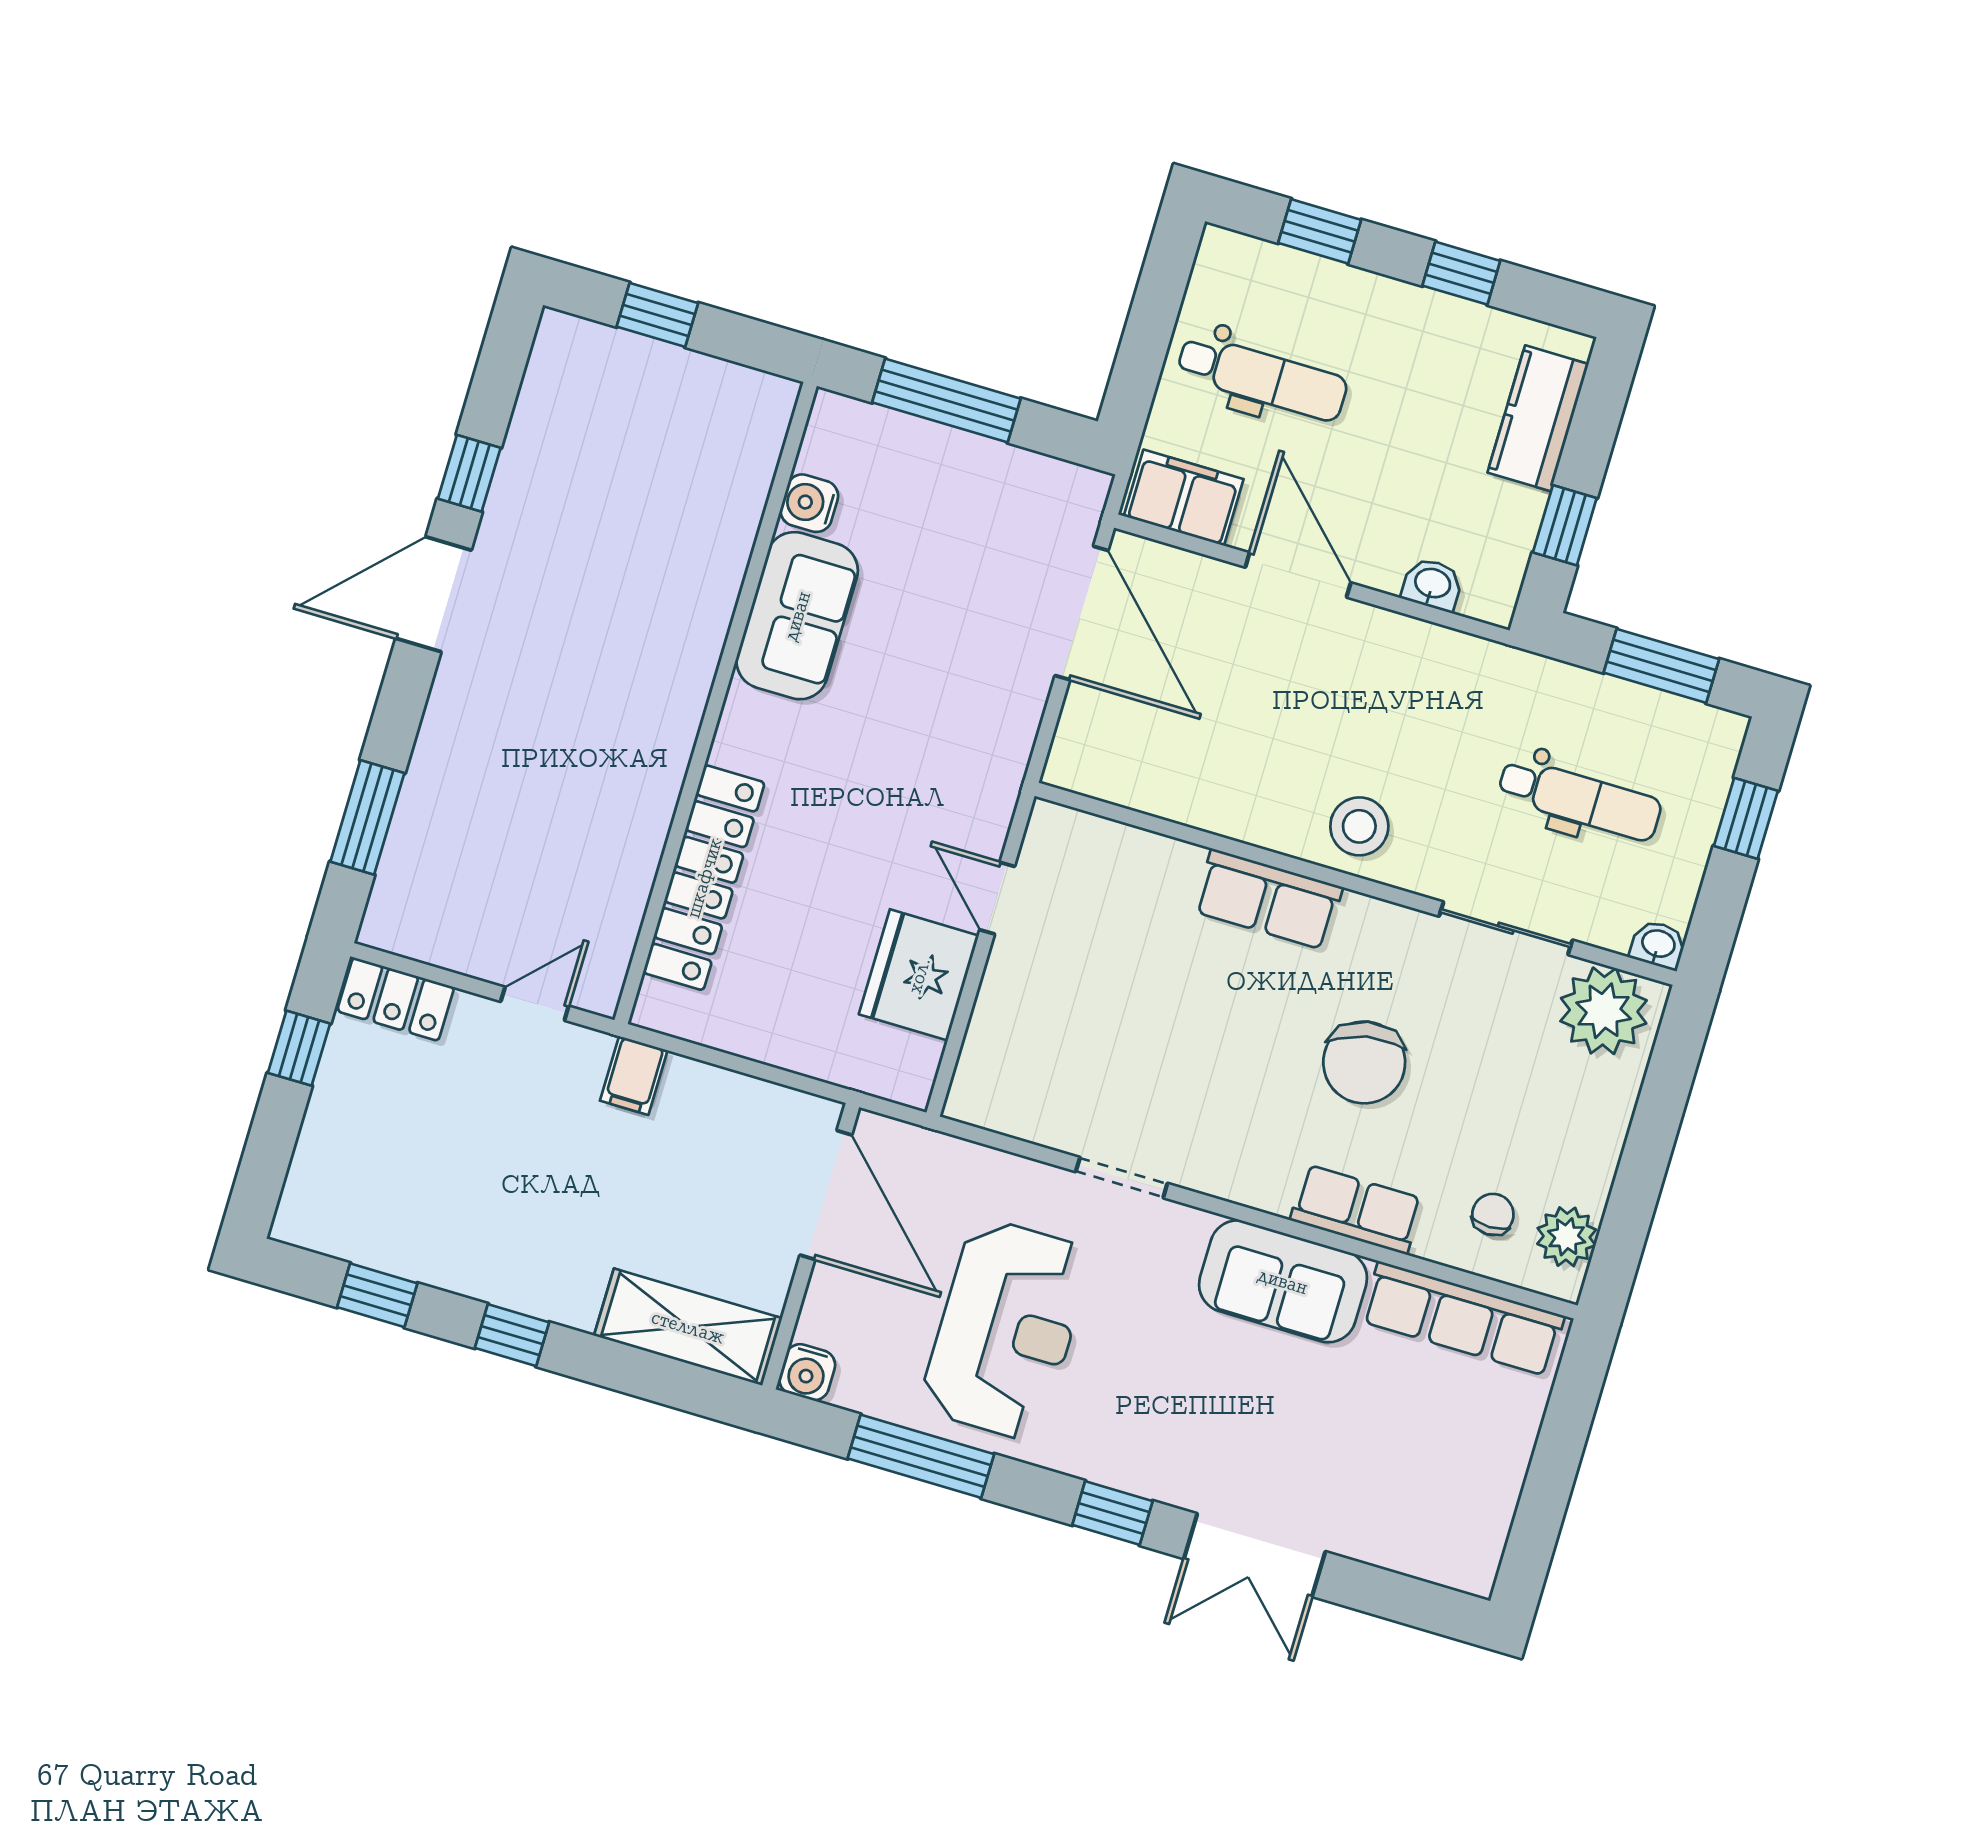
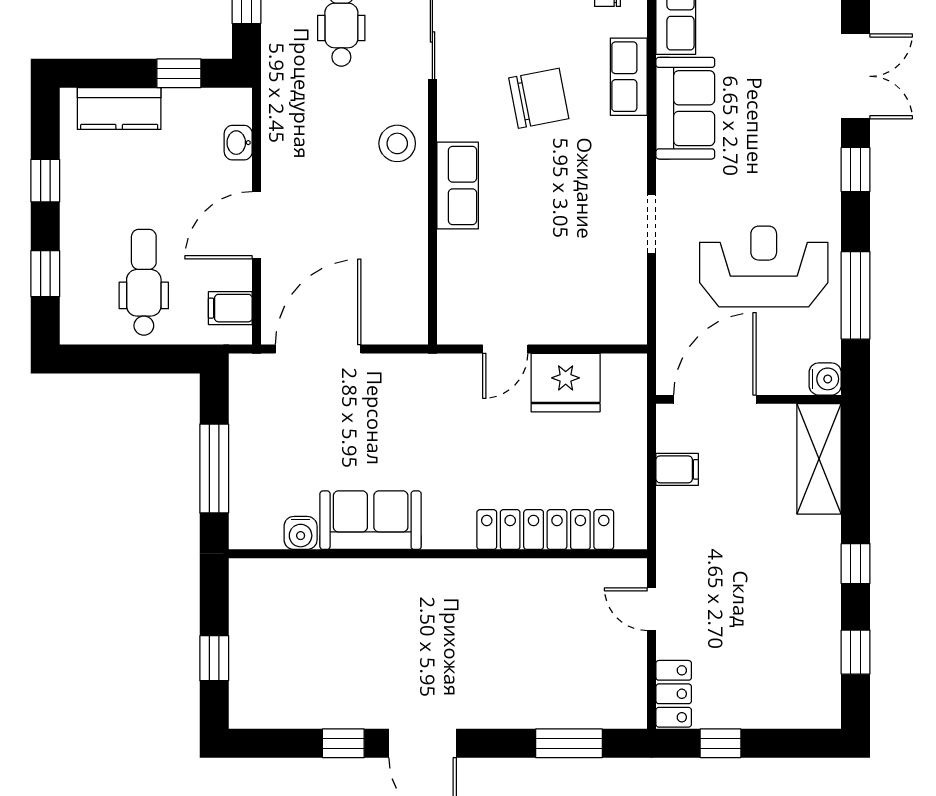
filing cabinet: (1184, 498) -> (230, 308), width x0.50
filing cabinet: (634, 1075) -> (677, 469), moved

